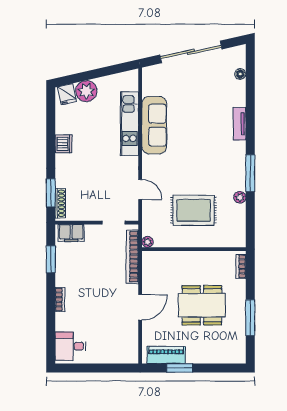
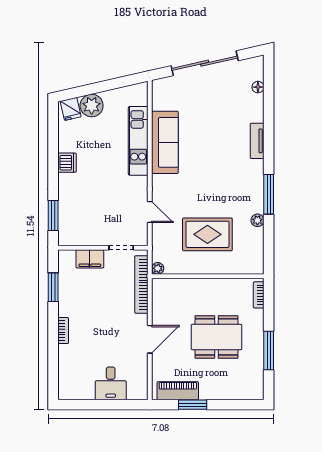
shoe rack: (60, 203) -> (63, 227), removed
filing cabinet: (71, 233) -> (90, 259), moved
desk: (71, 346) -> (111, 383), moved, turned -90

